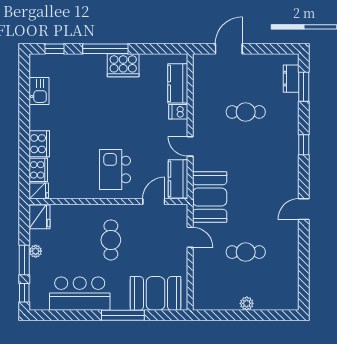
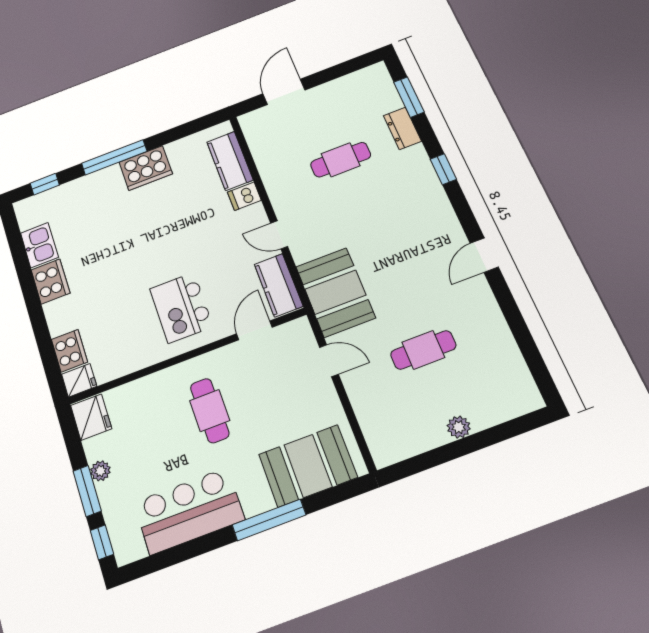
dresser: (291, 79) -> (402, 128), moved
cooker: (39, 144) -> (50, 281), moved

